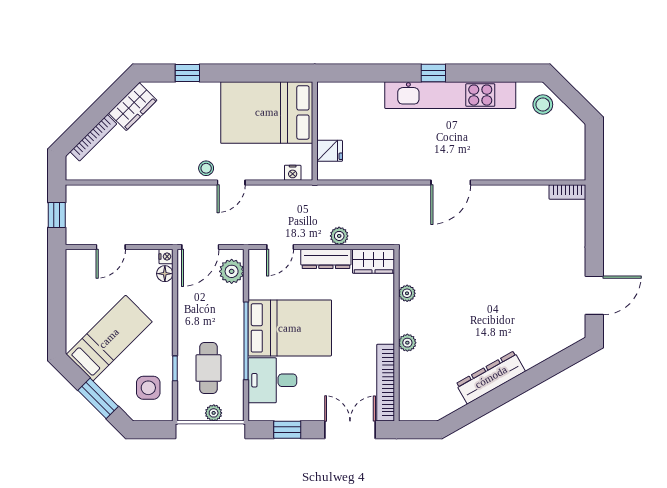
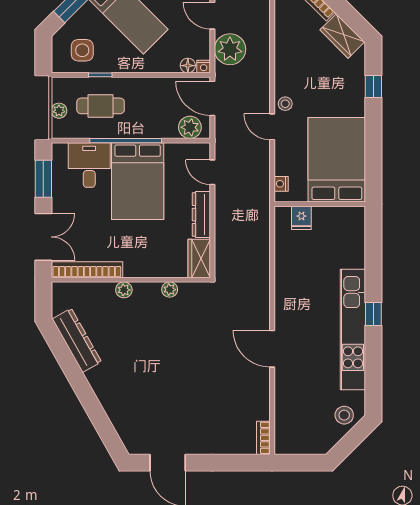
door: (451, 183) -> (272, 349), moved
plant: (339, 236) -> (230, 49), moved, width x1.88, depth x1.88
dresser: (491, 377) -> (77, 340), moved
window: (287, 430) -> (43, 179), width x1.50

